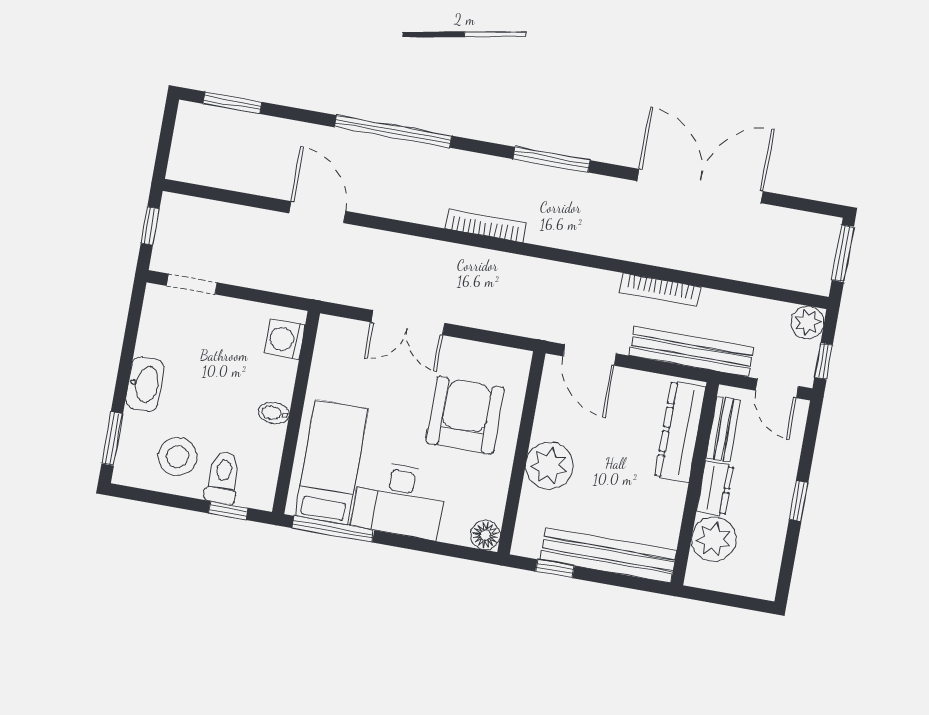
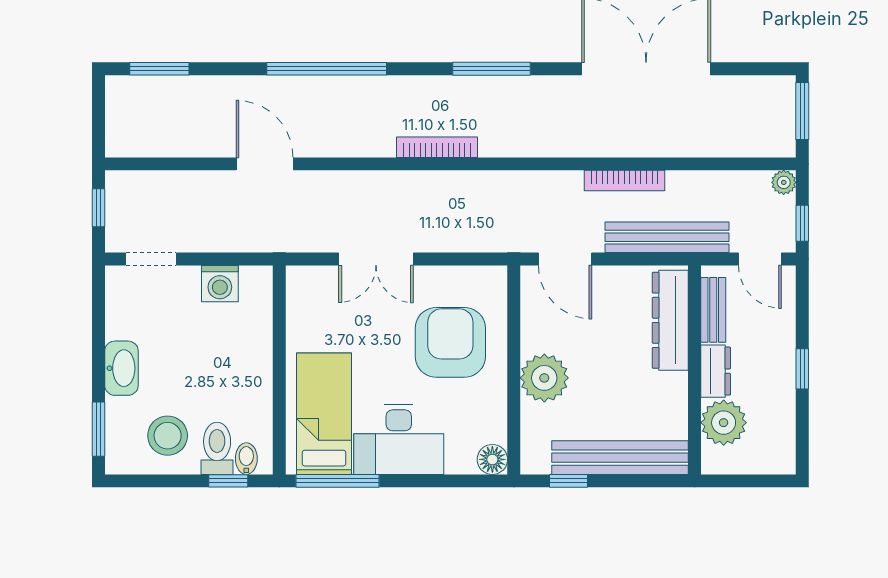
plant: (808, 322) -> (784, 182), width x0.73, depth x0.73
washing machine: (285, 339) -> (220, 284), moved, turned -90
bidet: (274, 413) -> (246, 459), moved, turned 90

